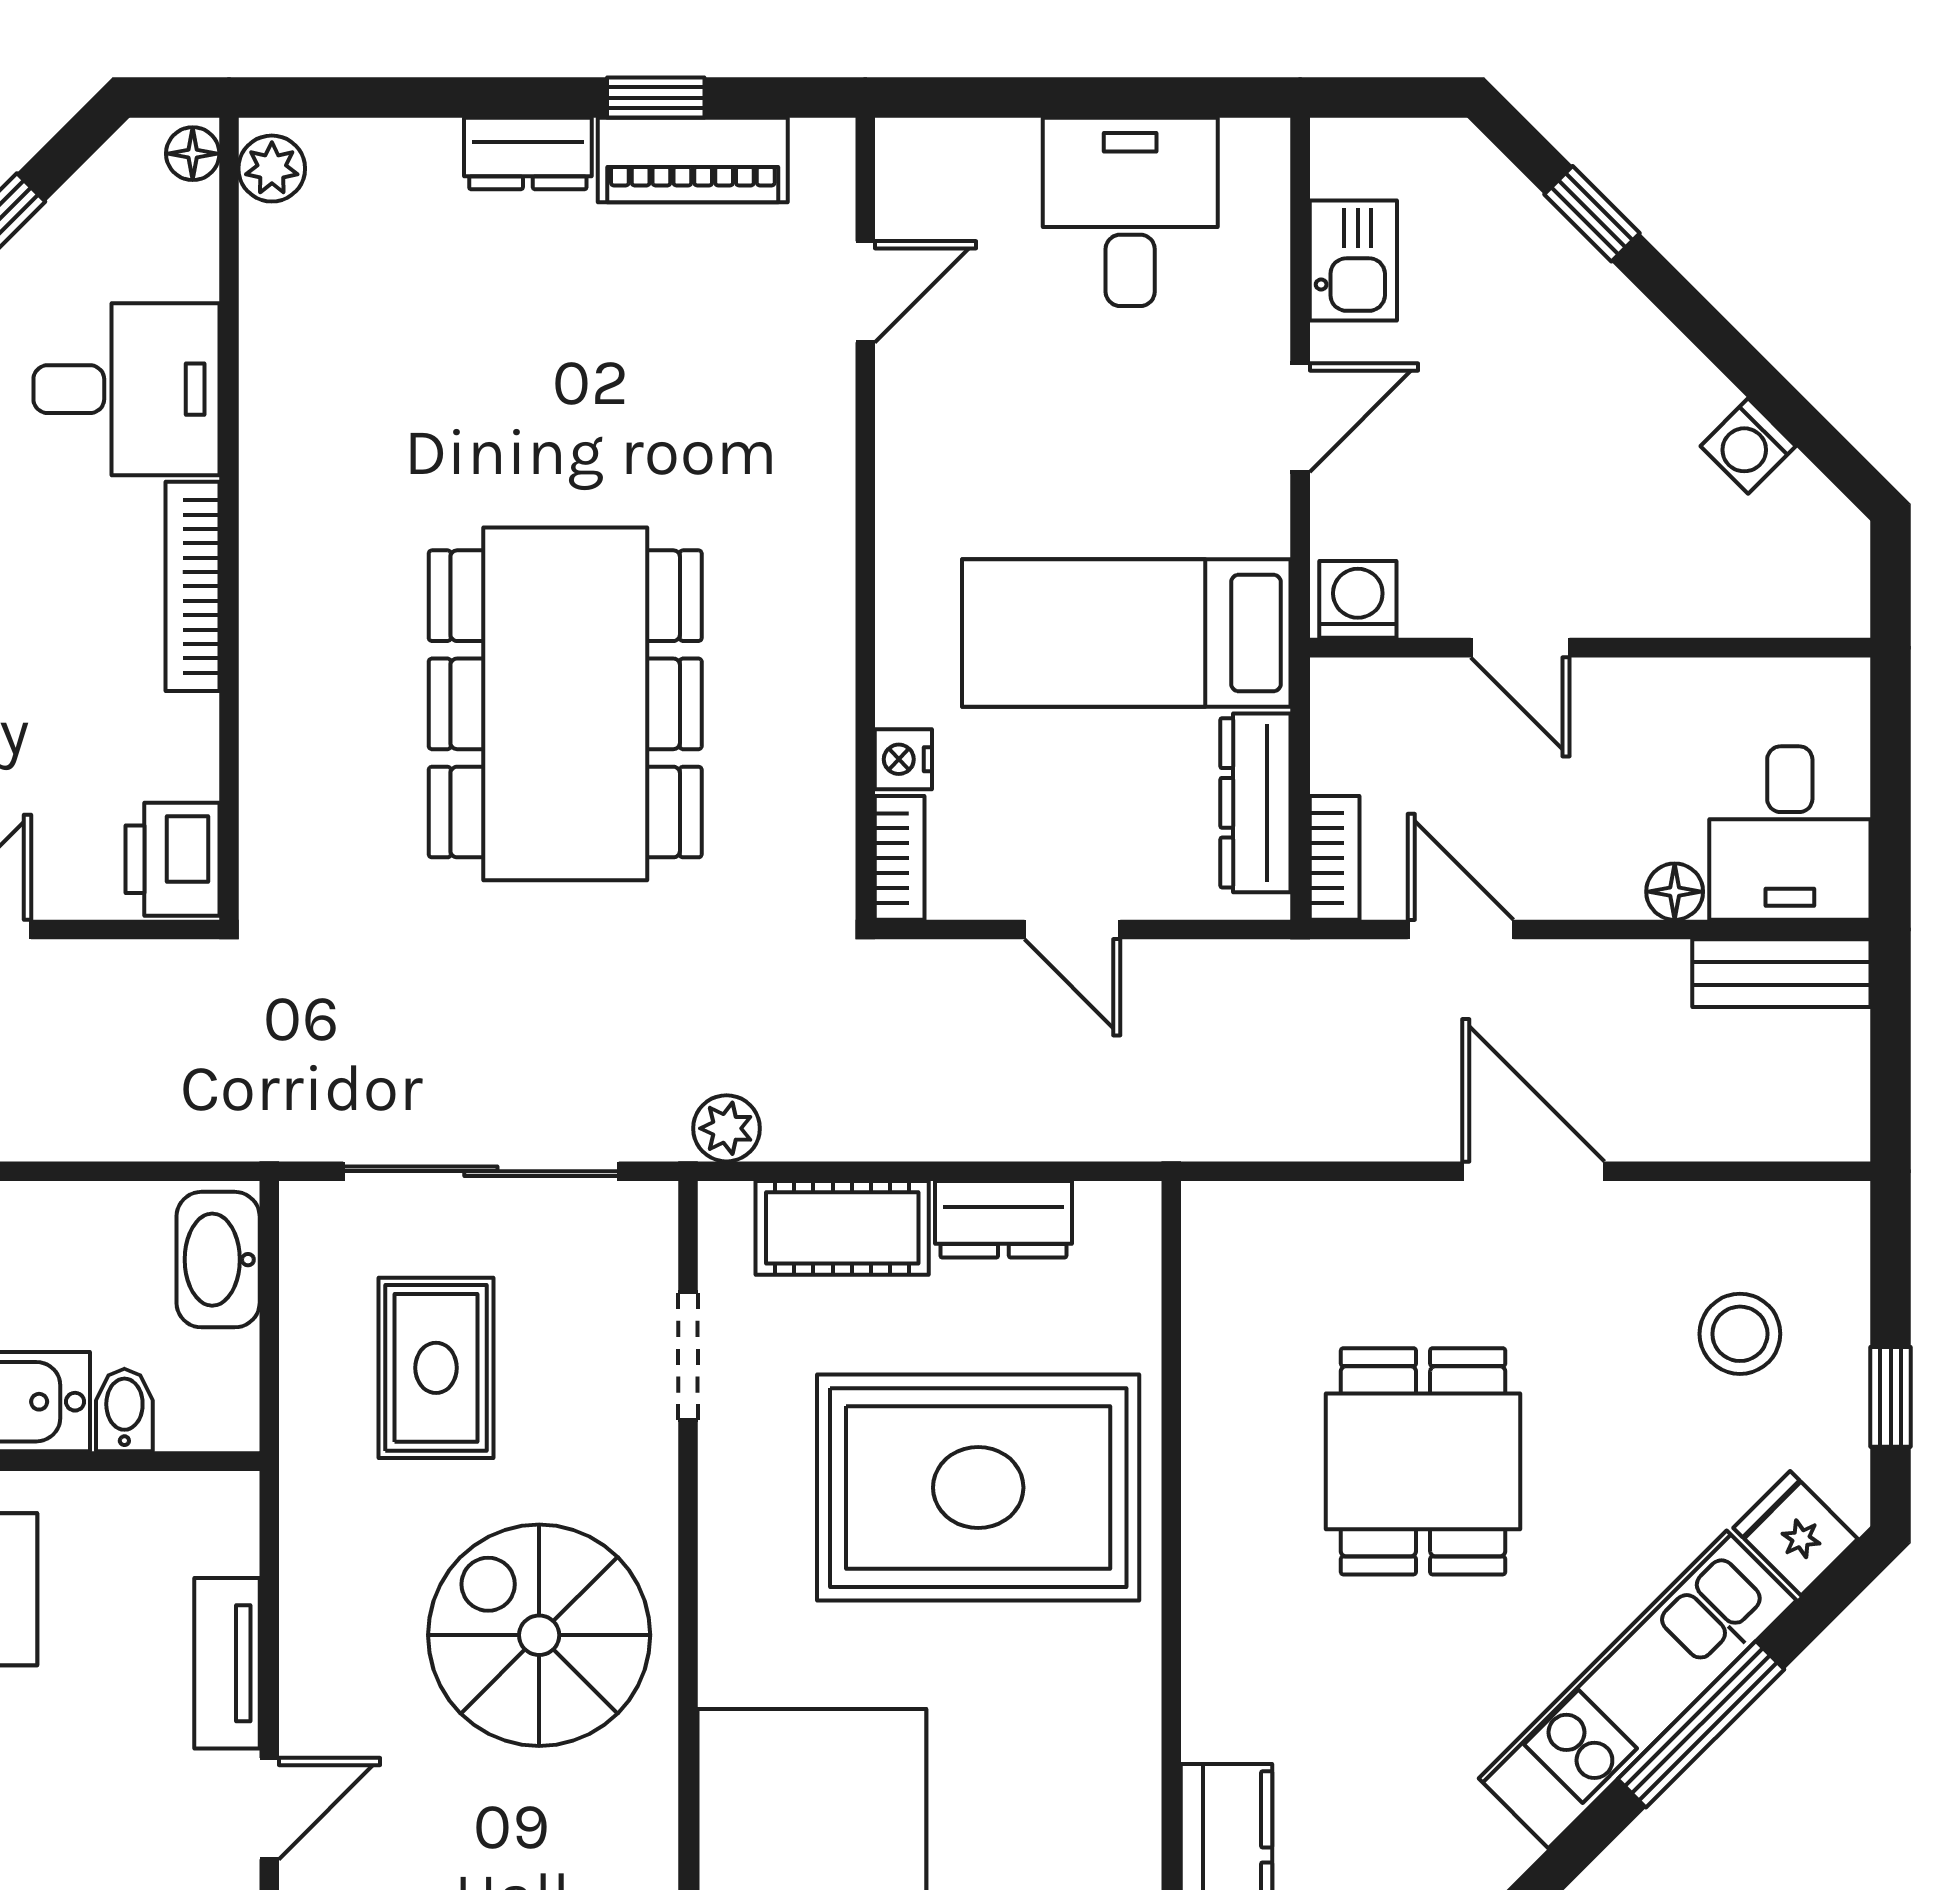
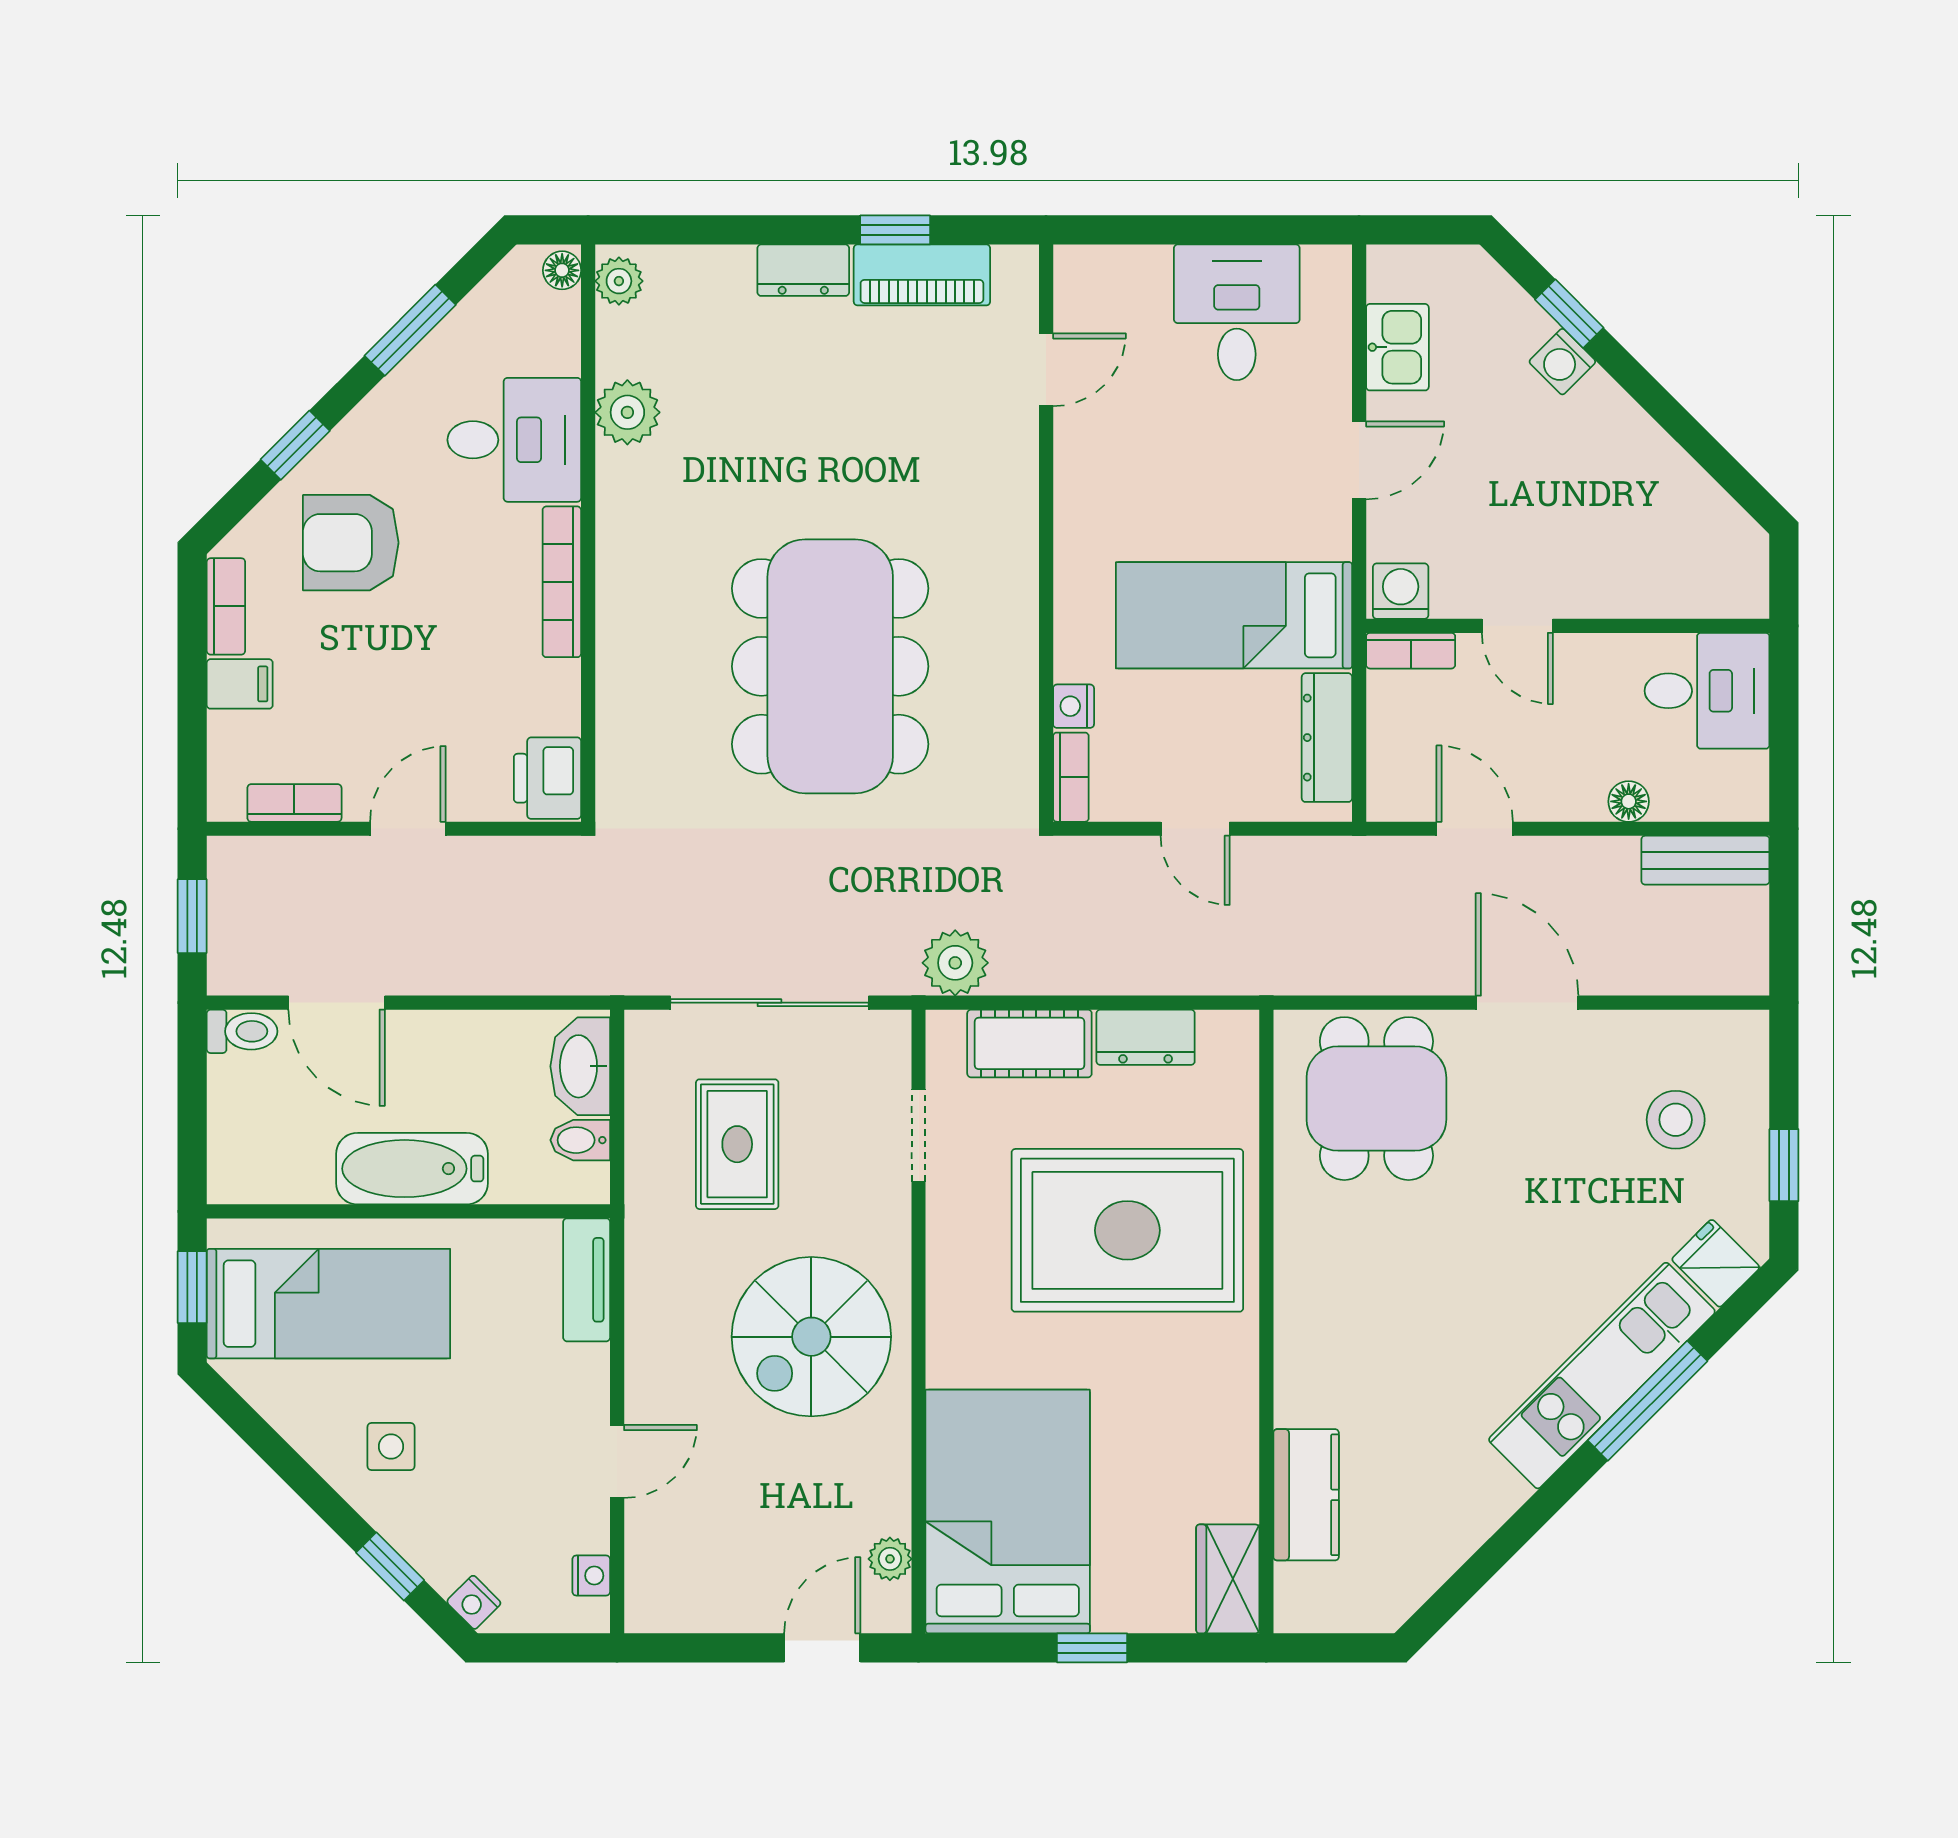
plant: (284, 351) -> (627, 412), added
washing machine: (1748, 446) -> (1562, 362), moved
desk: (1790, 833) -> (1707, 691), moved, turned -90
bookcase: (1335, 858) -> (1411, 651), moved, turned 90
plant: (727, 1128) -> (955, 963), width x1.38, depth x1.38
bidet: (124, 1410) -> (580, 1140), moved, turned -90
dining table: (1423, 1461) -> (1376, 1099), moved
spiral stairs: (539, 1635) -> (811, 1337), turned -90
tv unit: (227, 1663) -> (587, 1280), moved

